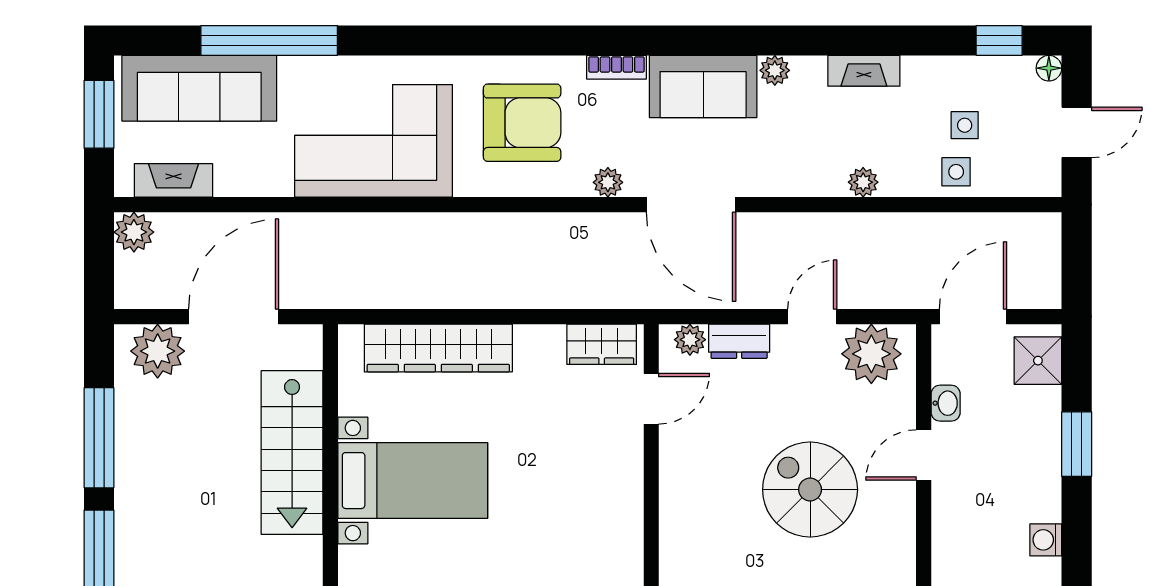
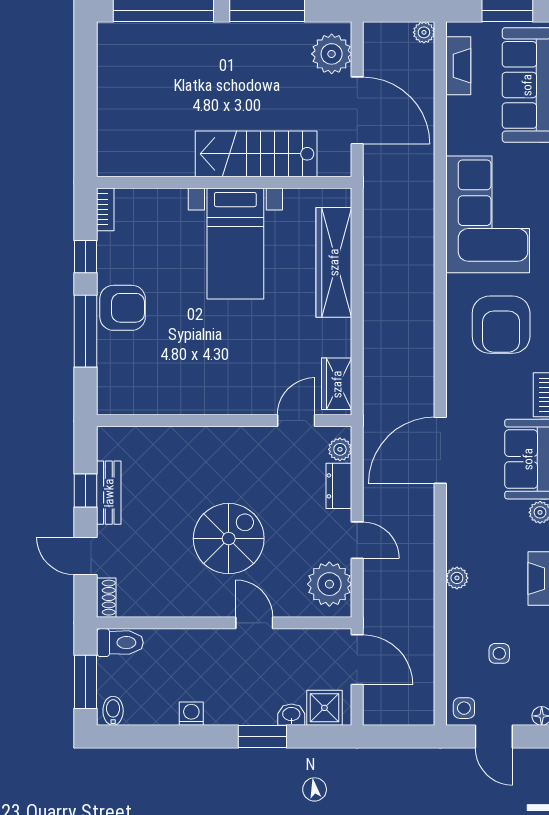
side table: (956, 172) -> (464, 708), moved
plant: (608, 182) -> (457, 388), removed
plant: (134, 232) -> (424, 32), width x0.73, depth x0.73
door: (651, 399) -> (296, 421), swing flipped
washbasin: (946, 403) -> (291, 715), moved, turned 180

